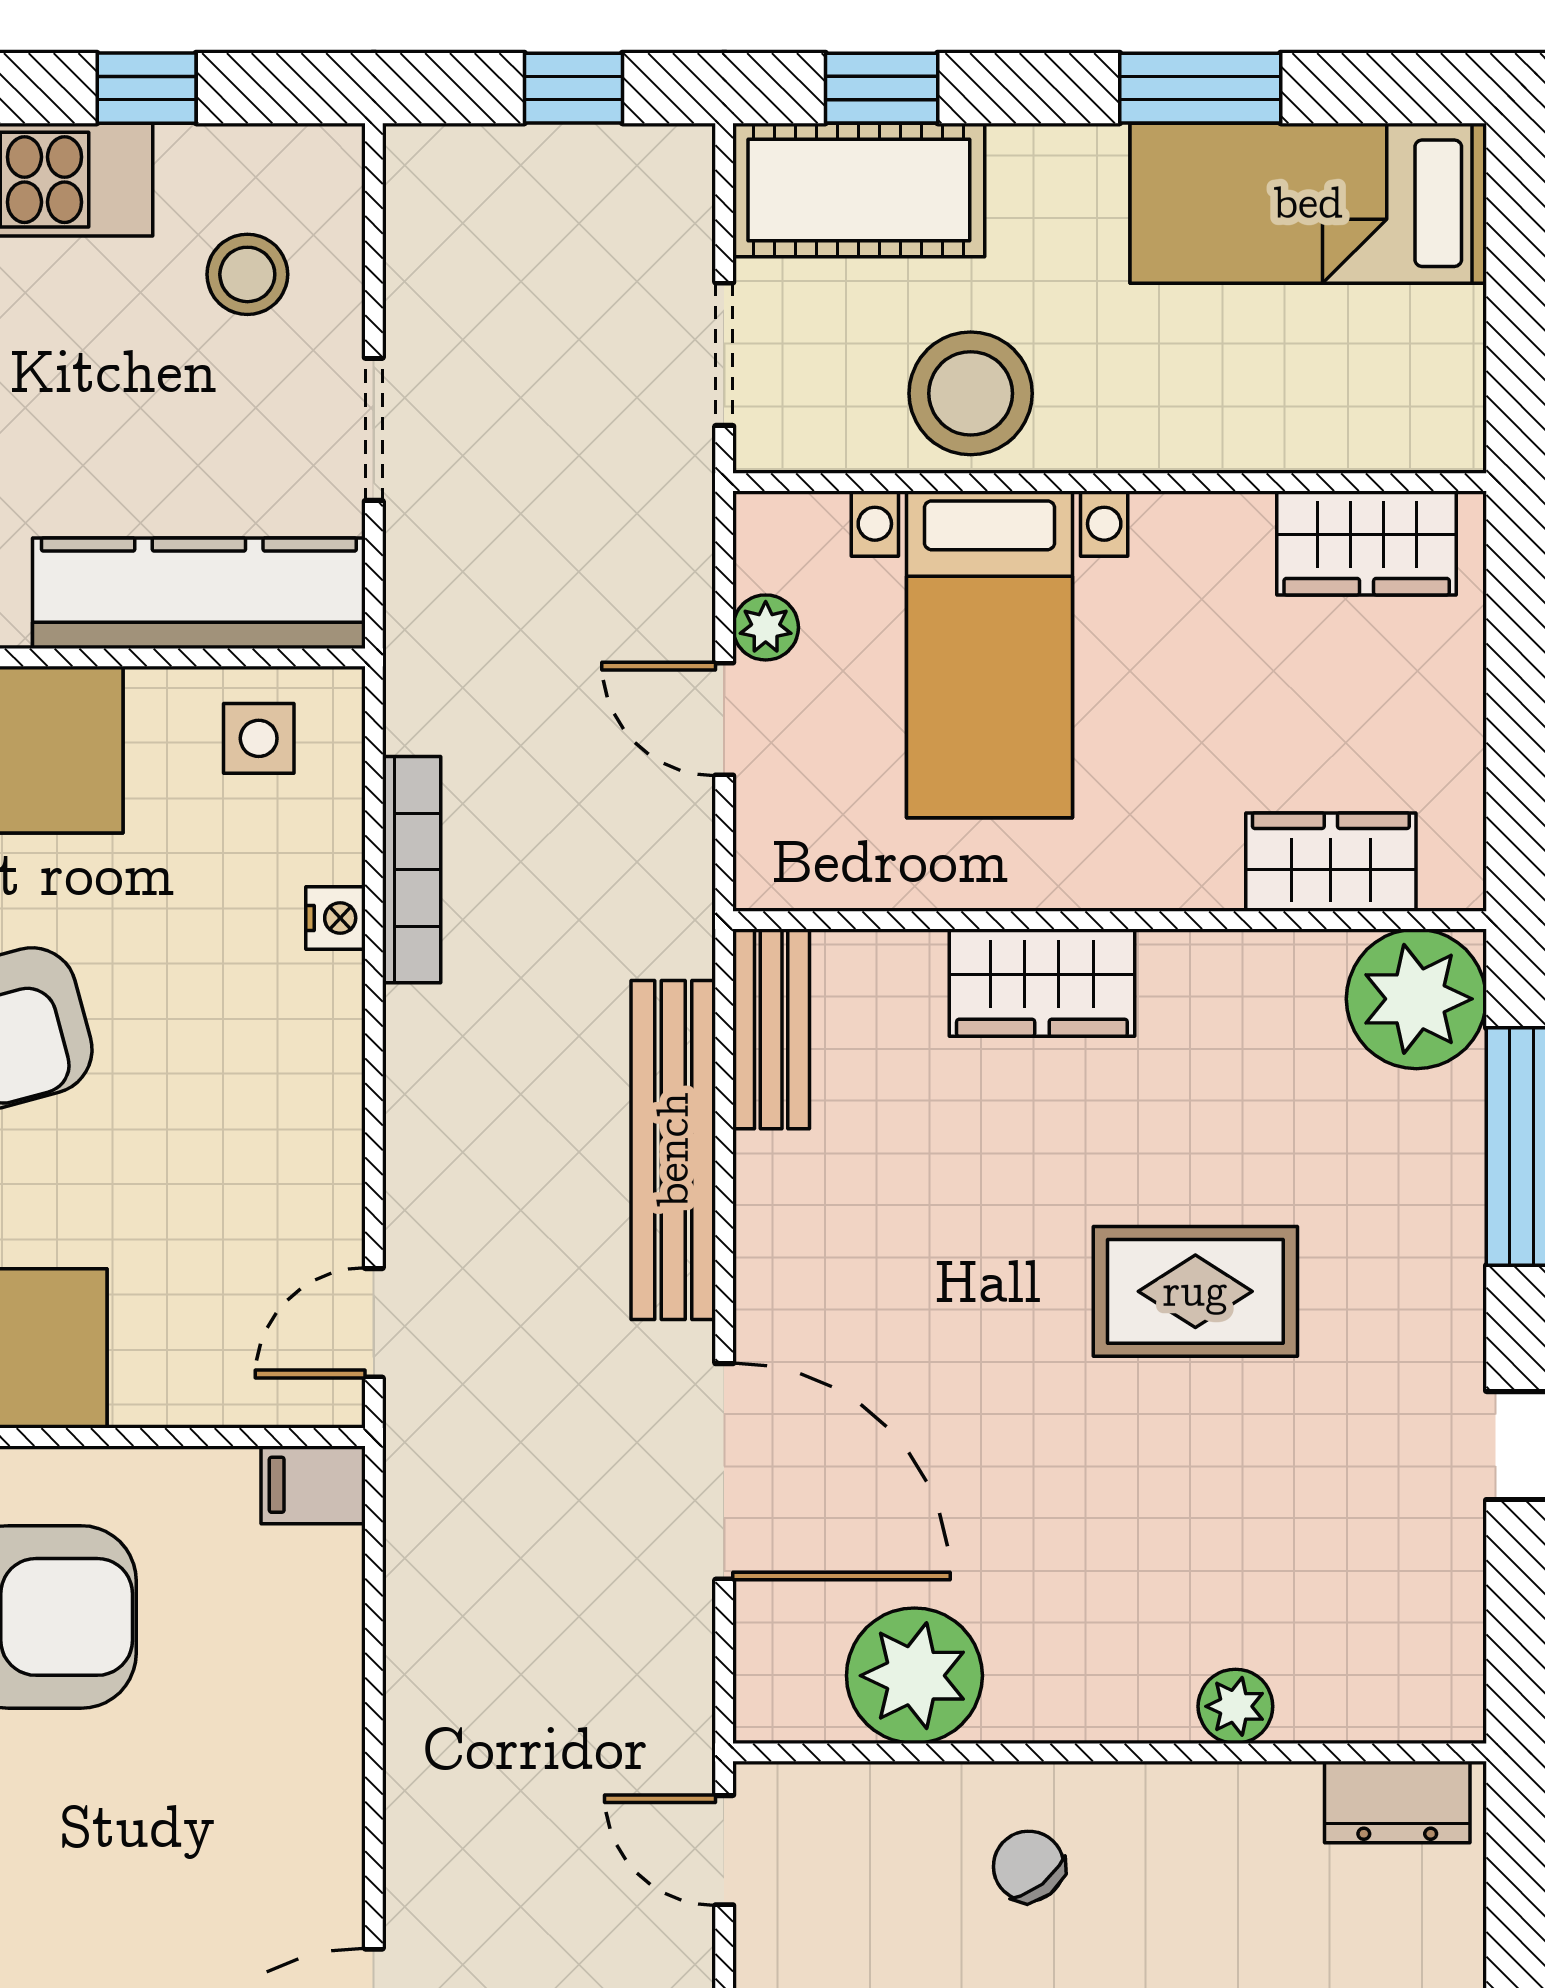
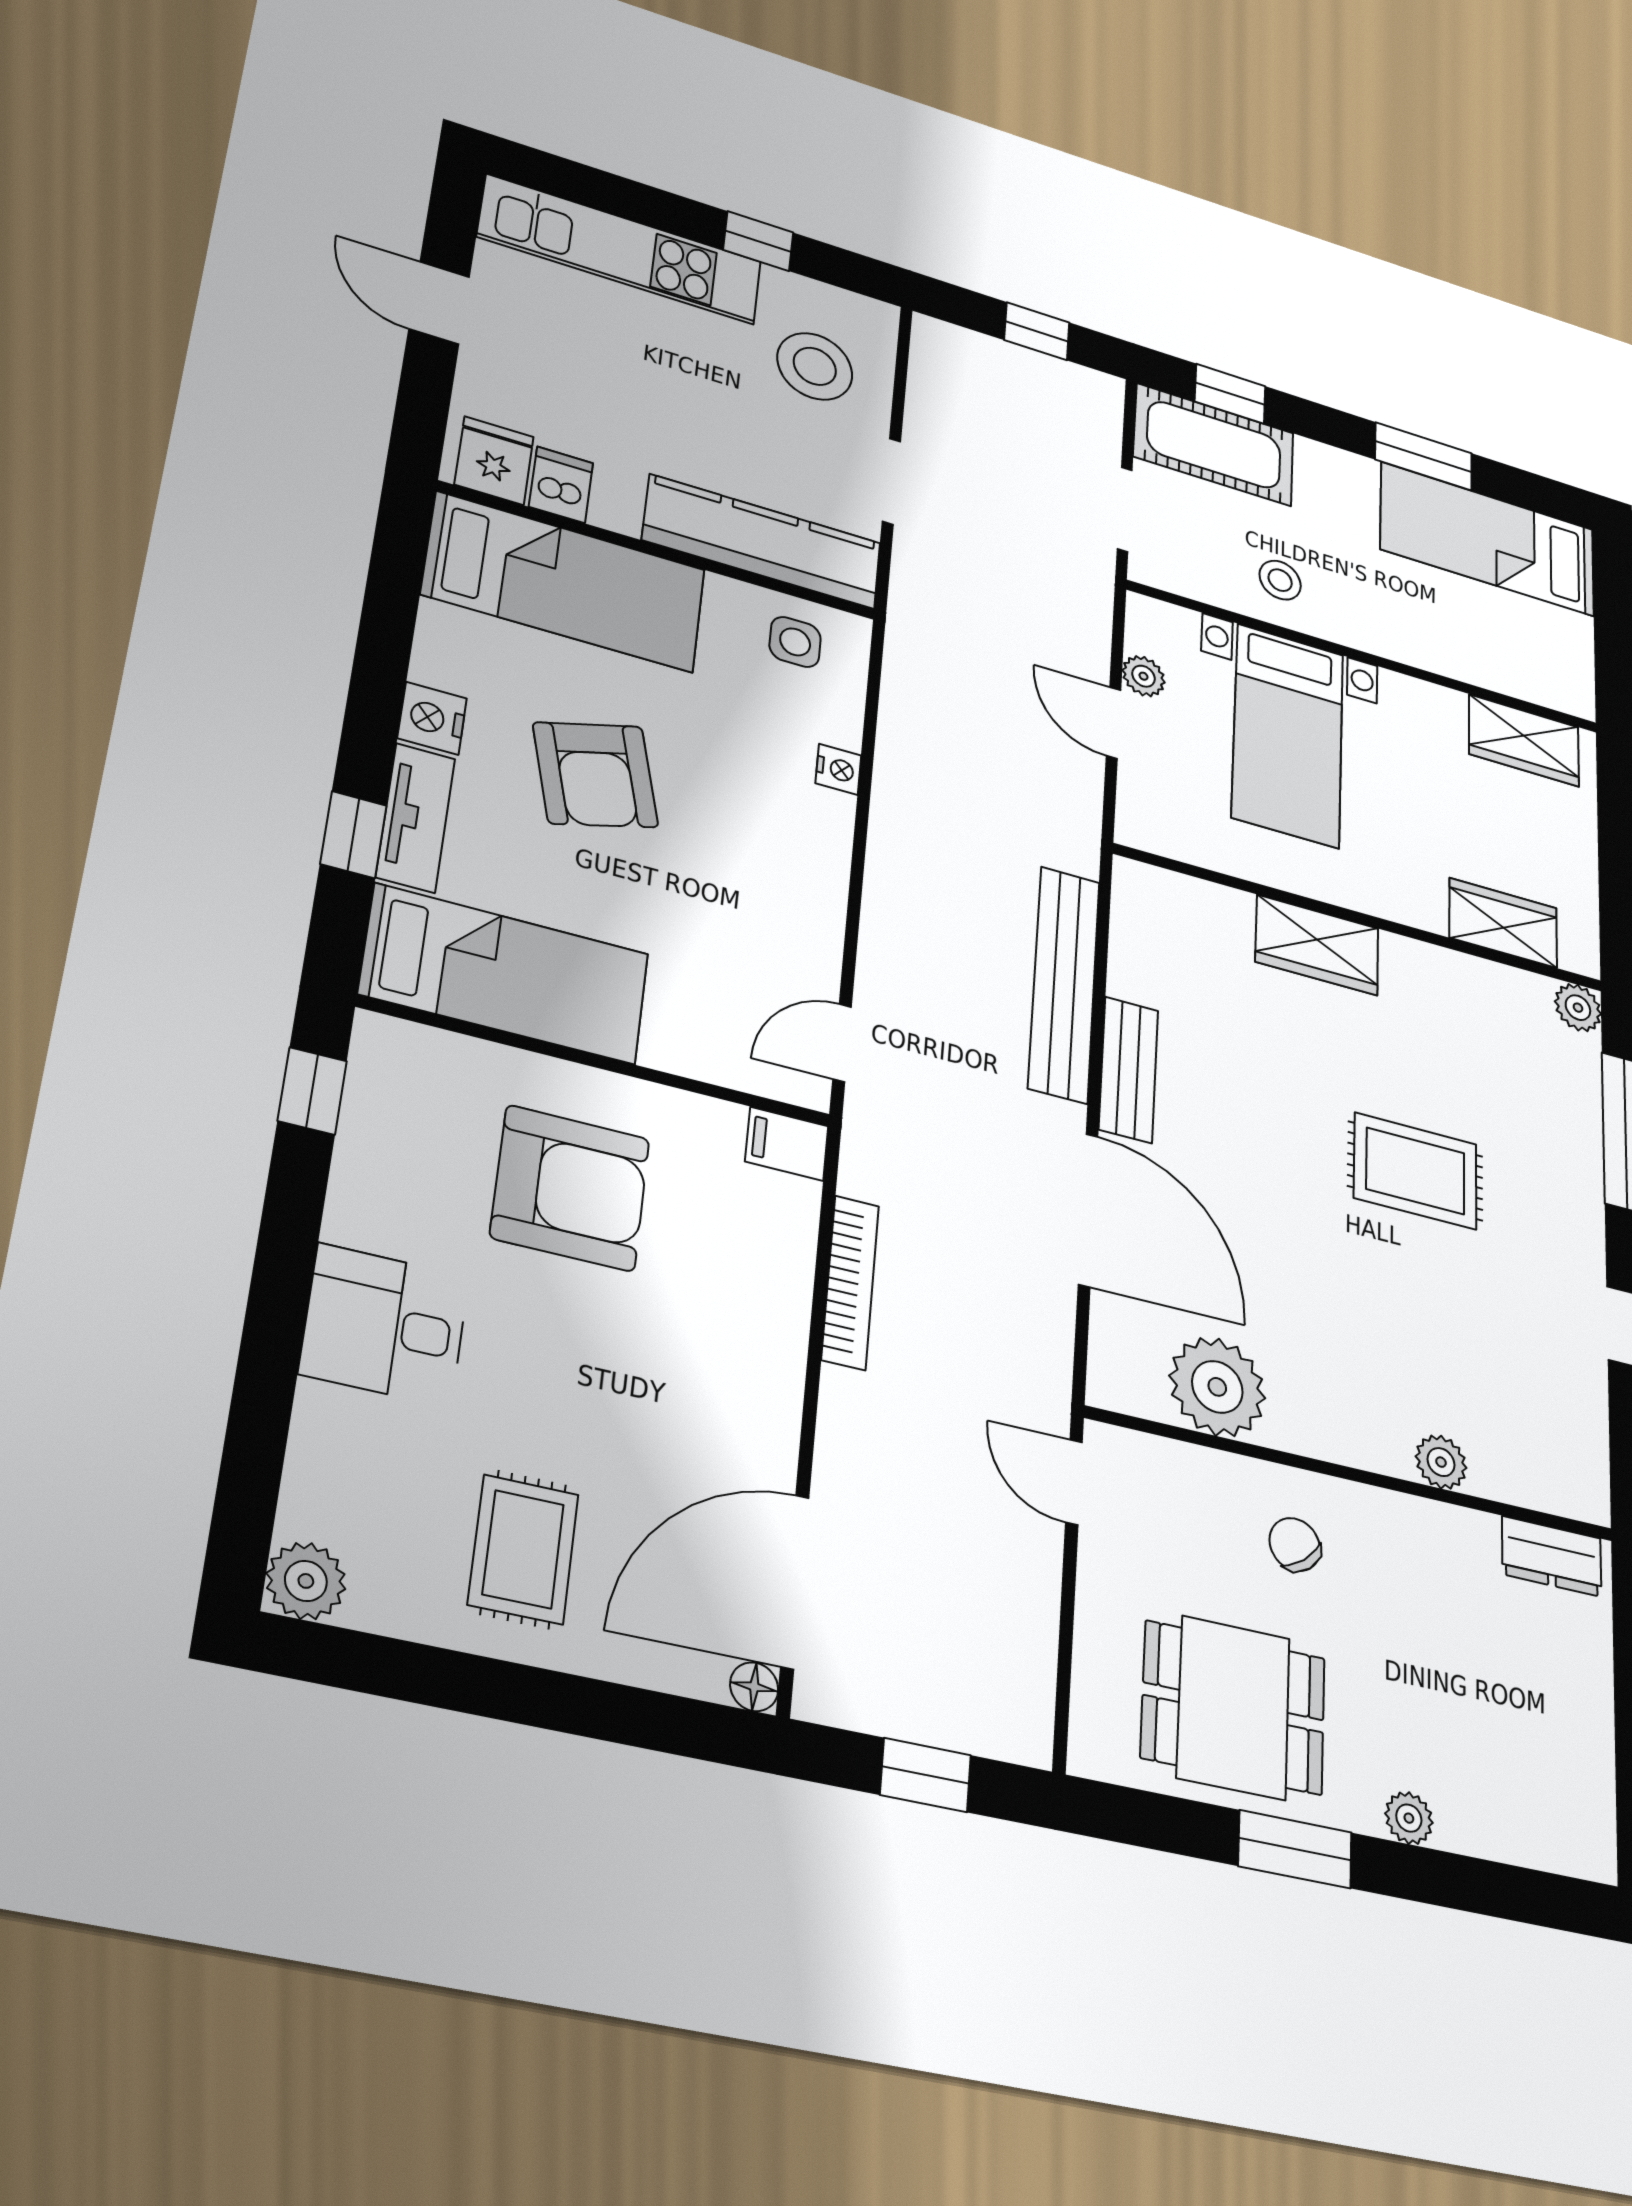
stool: (247, 274) -> (815, 366), width x1.38, depth x1.38
stool: (971, 393) -> (1280, 580), width x0.53, depth x0.53
bookcase: (412, 870) -> (850, 1282), moved
plant: (1416, 999) -> (1578, 1008), width x0.53, depth x0.53
bench: (771, 1029) -> (1129, 1070), moved

